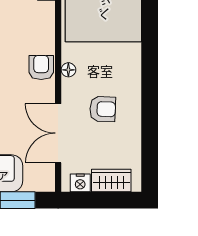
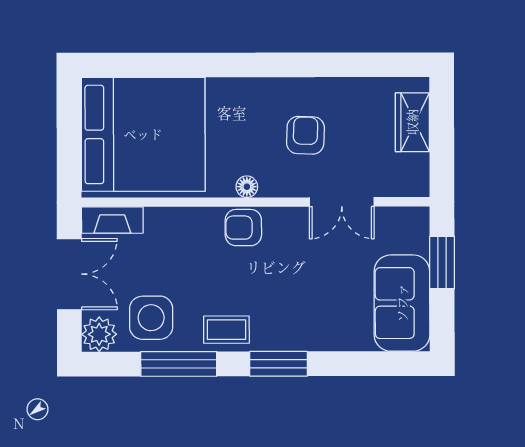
double door: (58, 133) -> (342, 202), width x0.73
nightstand: (80, 183) -> (416, 169), removed

